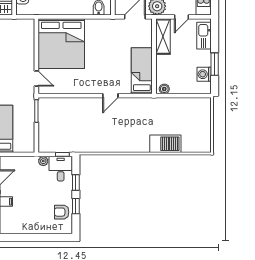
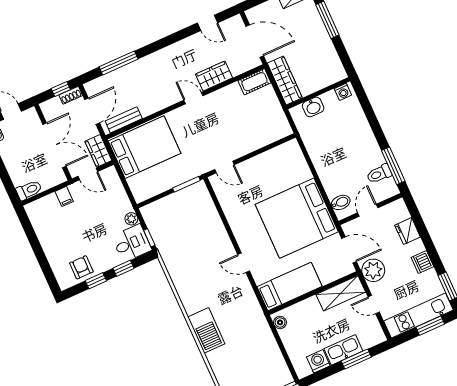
kitchen sink: (204, 36) -> (343, 350), moved
bed: (61, 44) -> (297, 218), moved
window: (215, 64) -> (356, 359), moved
door: (36, 78) -> (225, 167), hinge flipped
barbecue: (165, 144) -> (206, 330), moved

